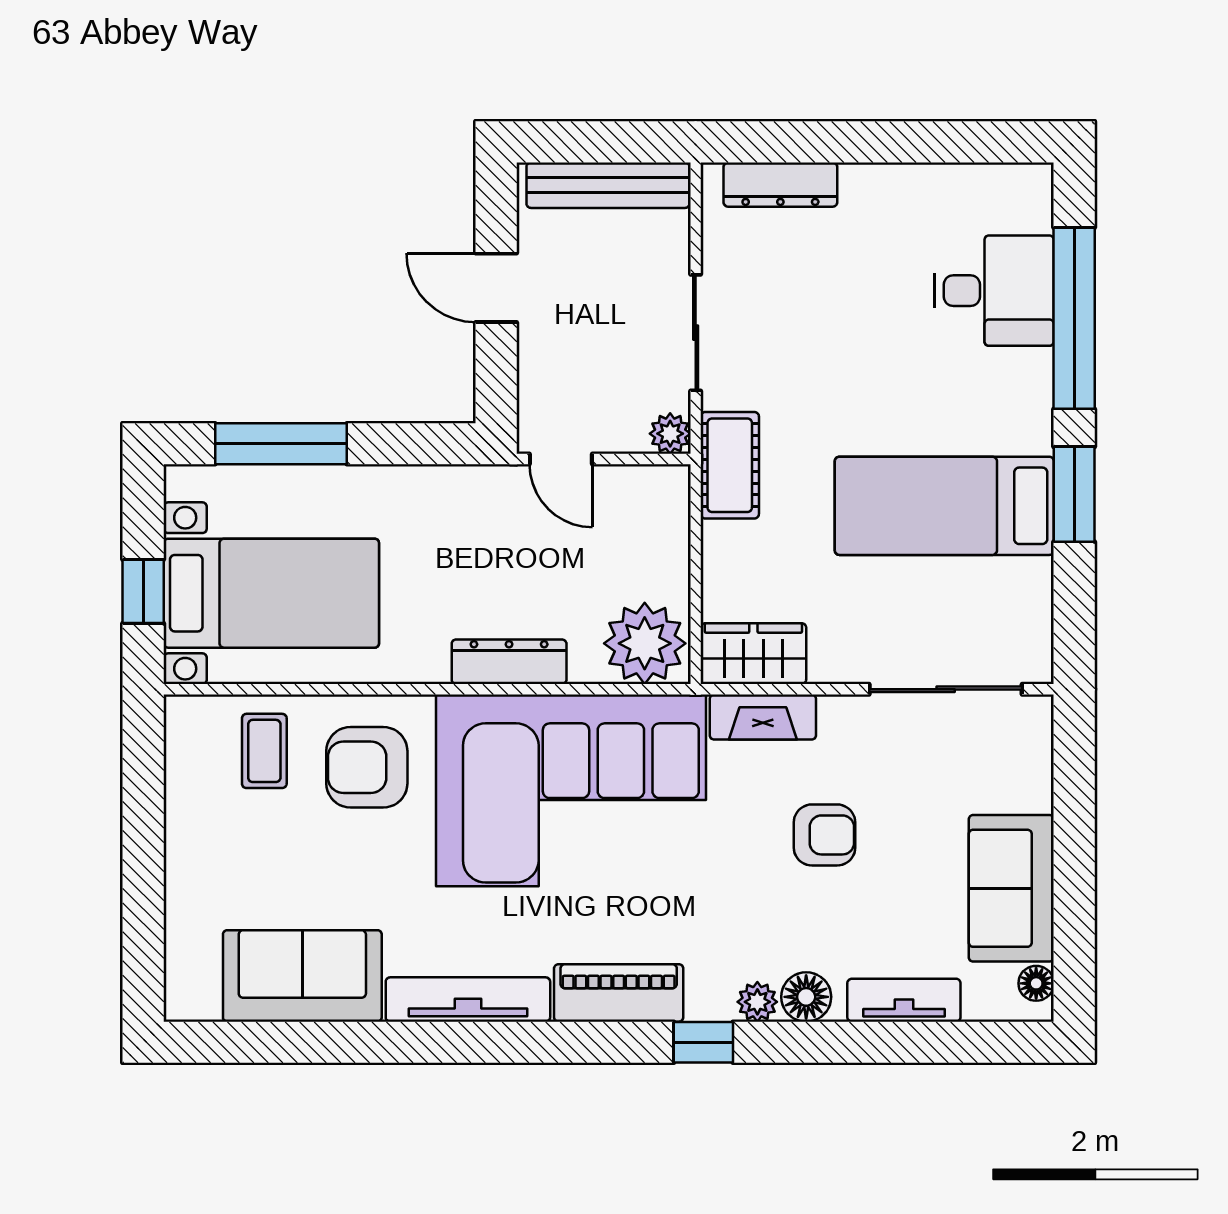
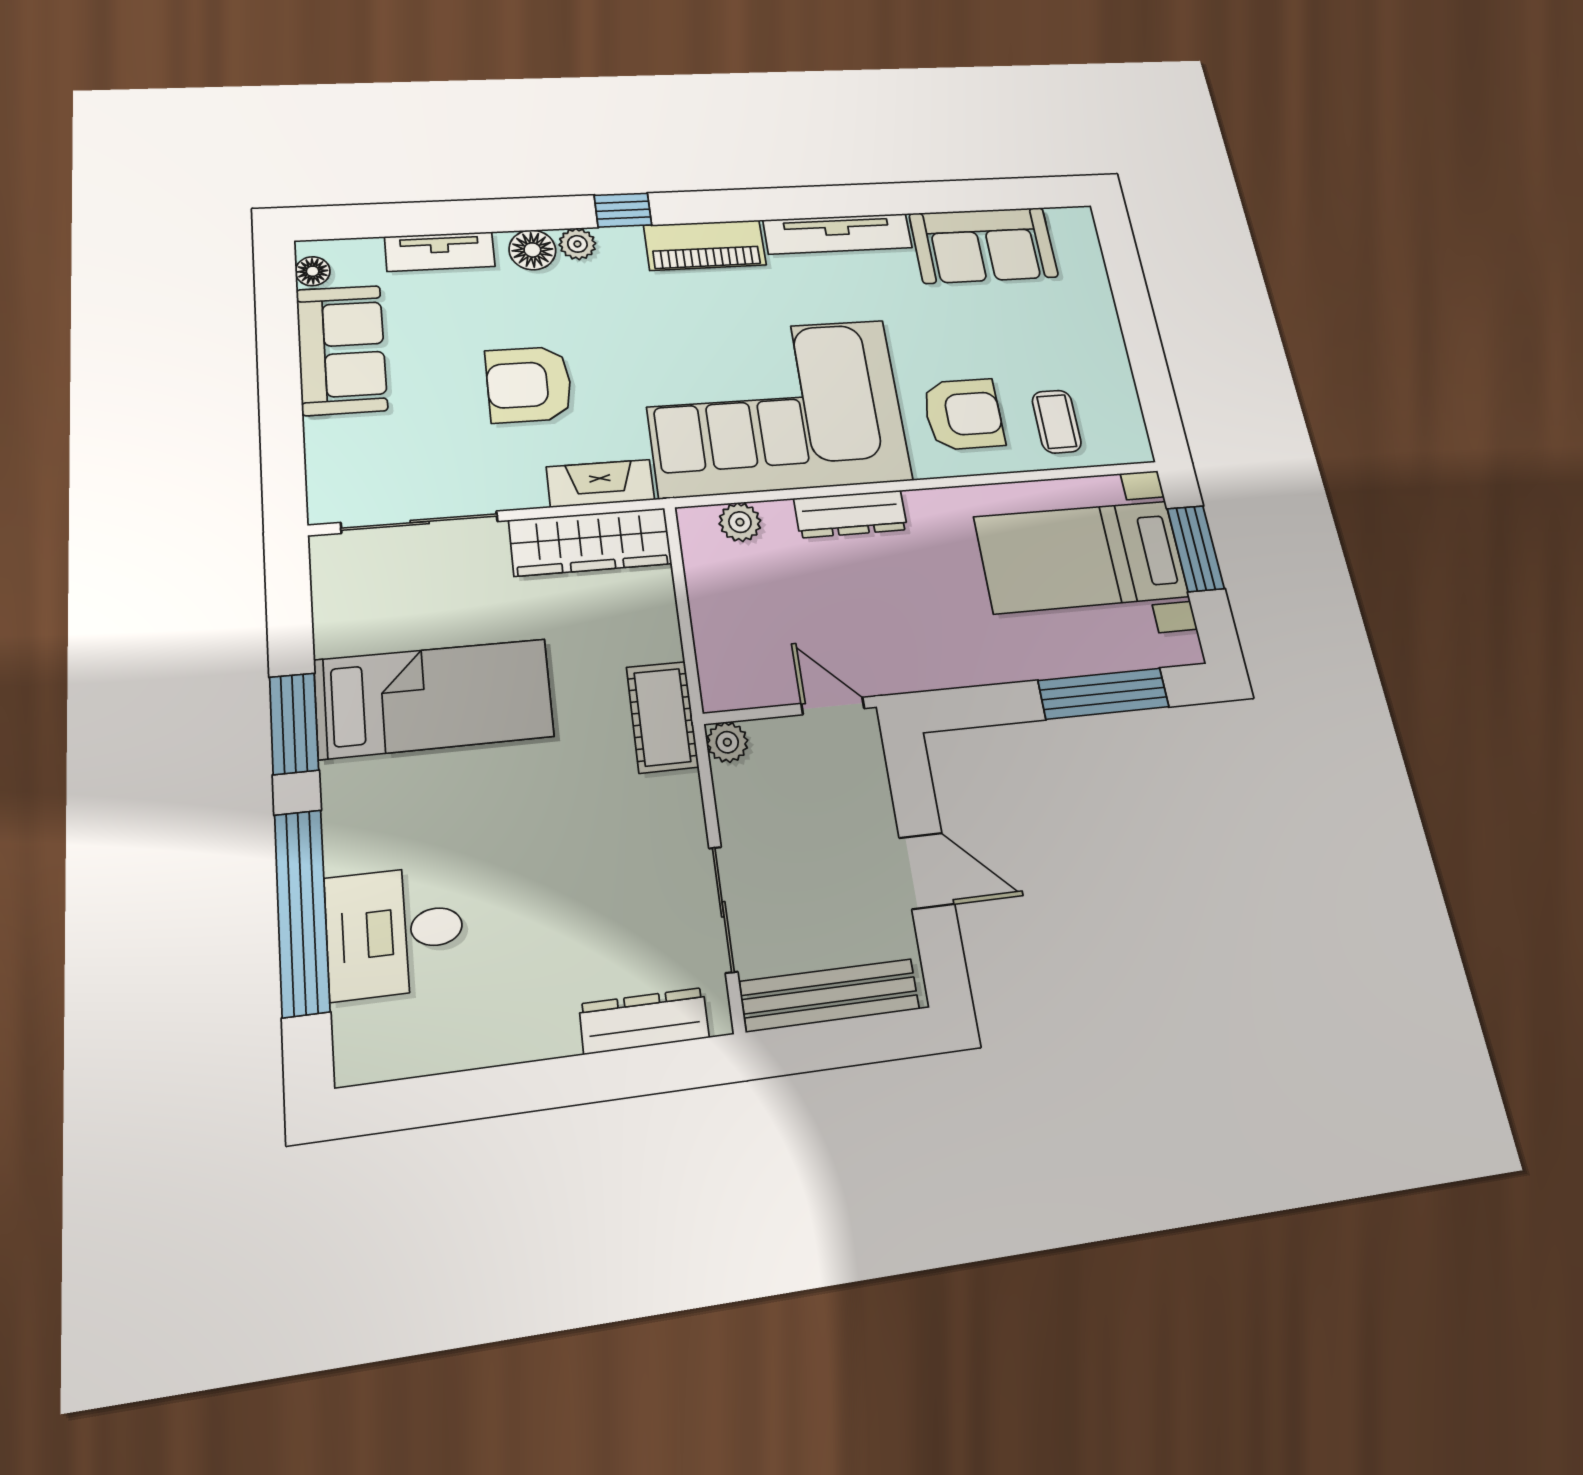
sliding door: (696, 333) -> (723, 909), moved
window: (143, 591) -> (1196, 549), width x1.50
plant: (645, 643) -> (740, 522), width x0.53, depth x0.53
wardrobe: (753, 654) -> (590, 542), width x1.50
armchair: (824, 835) -> (529, 384), width x1.38, depth x1.38

